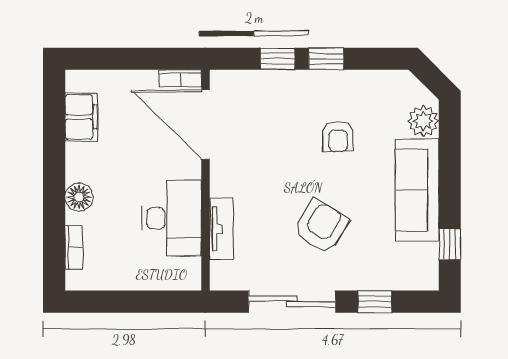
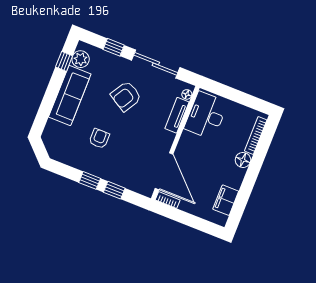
plant: (423, 121) -> (81, 59), moved
desk: (172, 218) -> (206, 115), moved
bookcase: (74, 247) -> (256, 135), width x1.56
floor lamp: (219, 271) -> (187, 94), added

